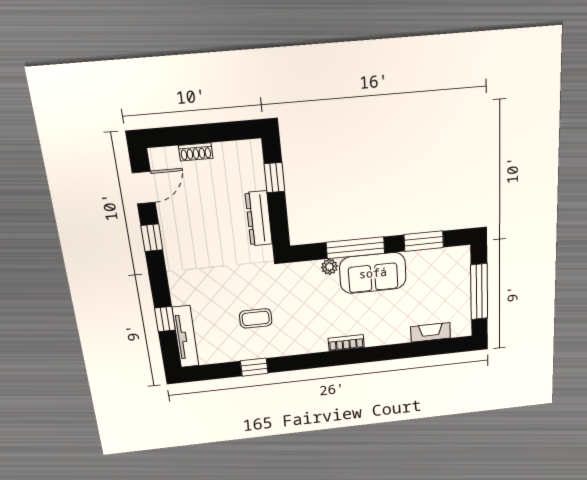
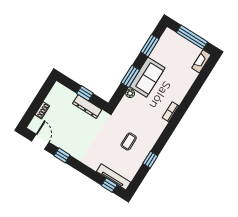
window: (274, 178) -> (85, 93), moved
window: (355, 248) -> (130, 76), width x0.69
window: (165, 319) -> (109, 185), moved
fireplace: (431, 332) -> (201, 61), moved

